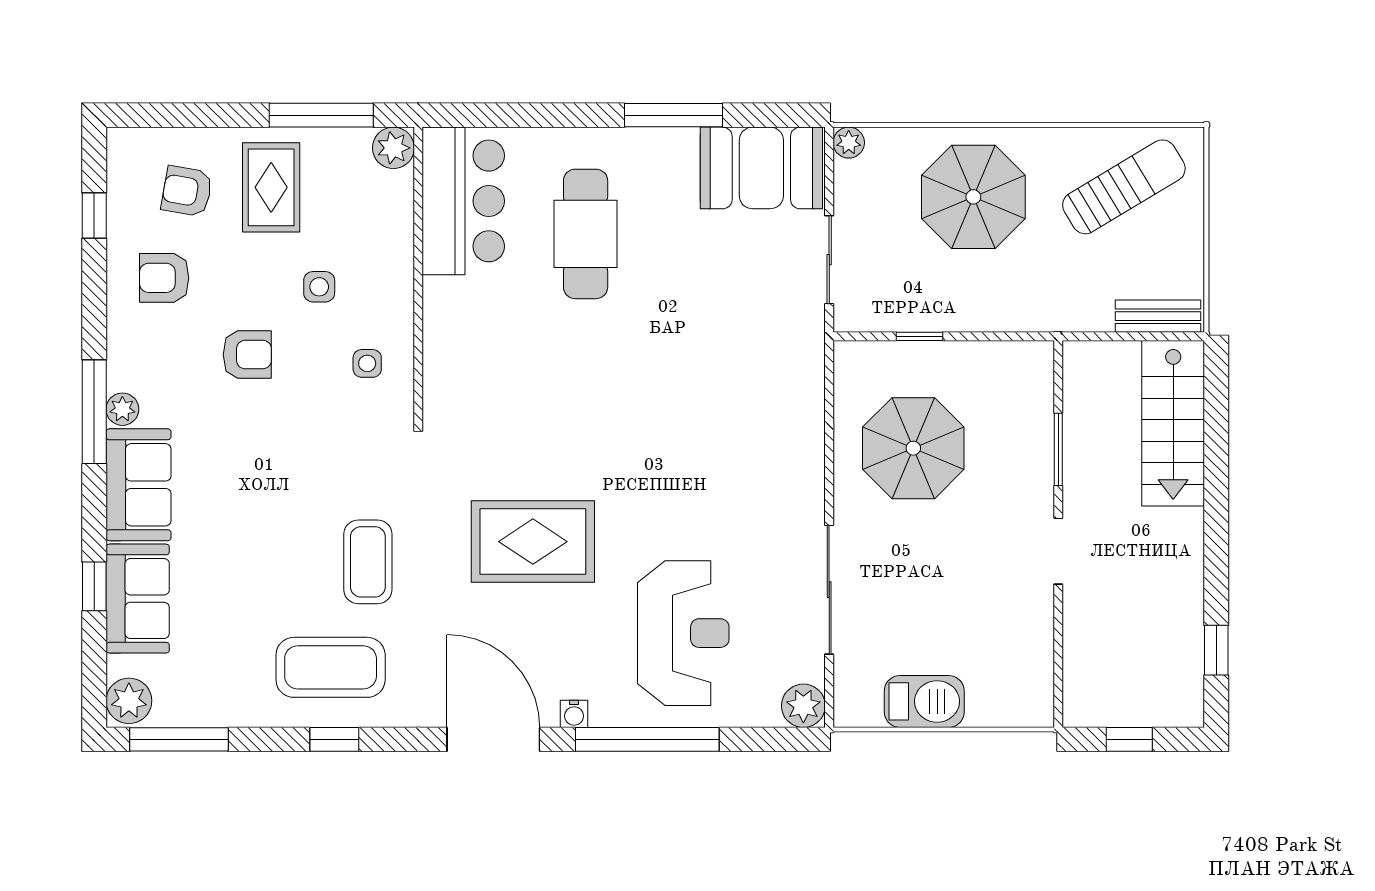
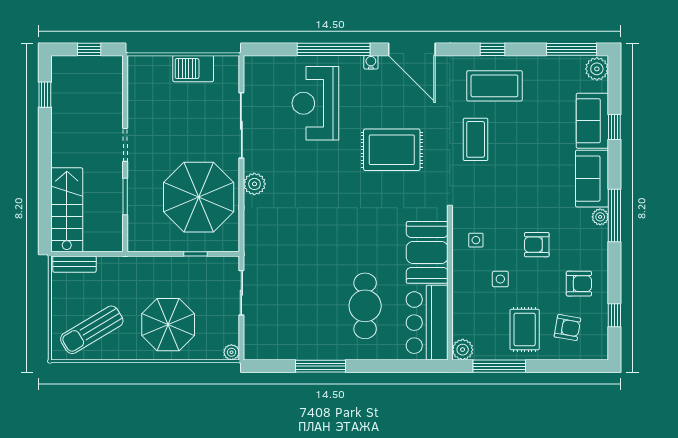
booth: (761, 168) -> (427, 252), moved, turned 90
parasol: (913, 448) -> (199, 197), width x1.36, depth x1.36
plant: (803, 706) -> (254, 184), moved

